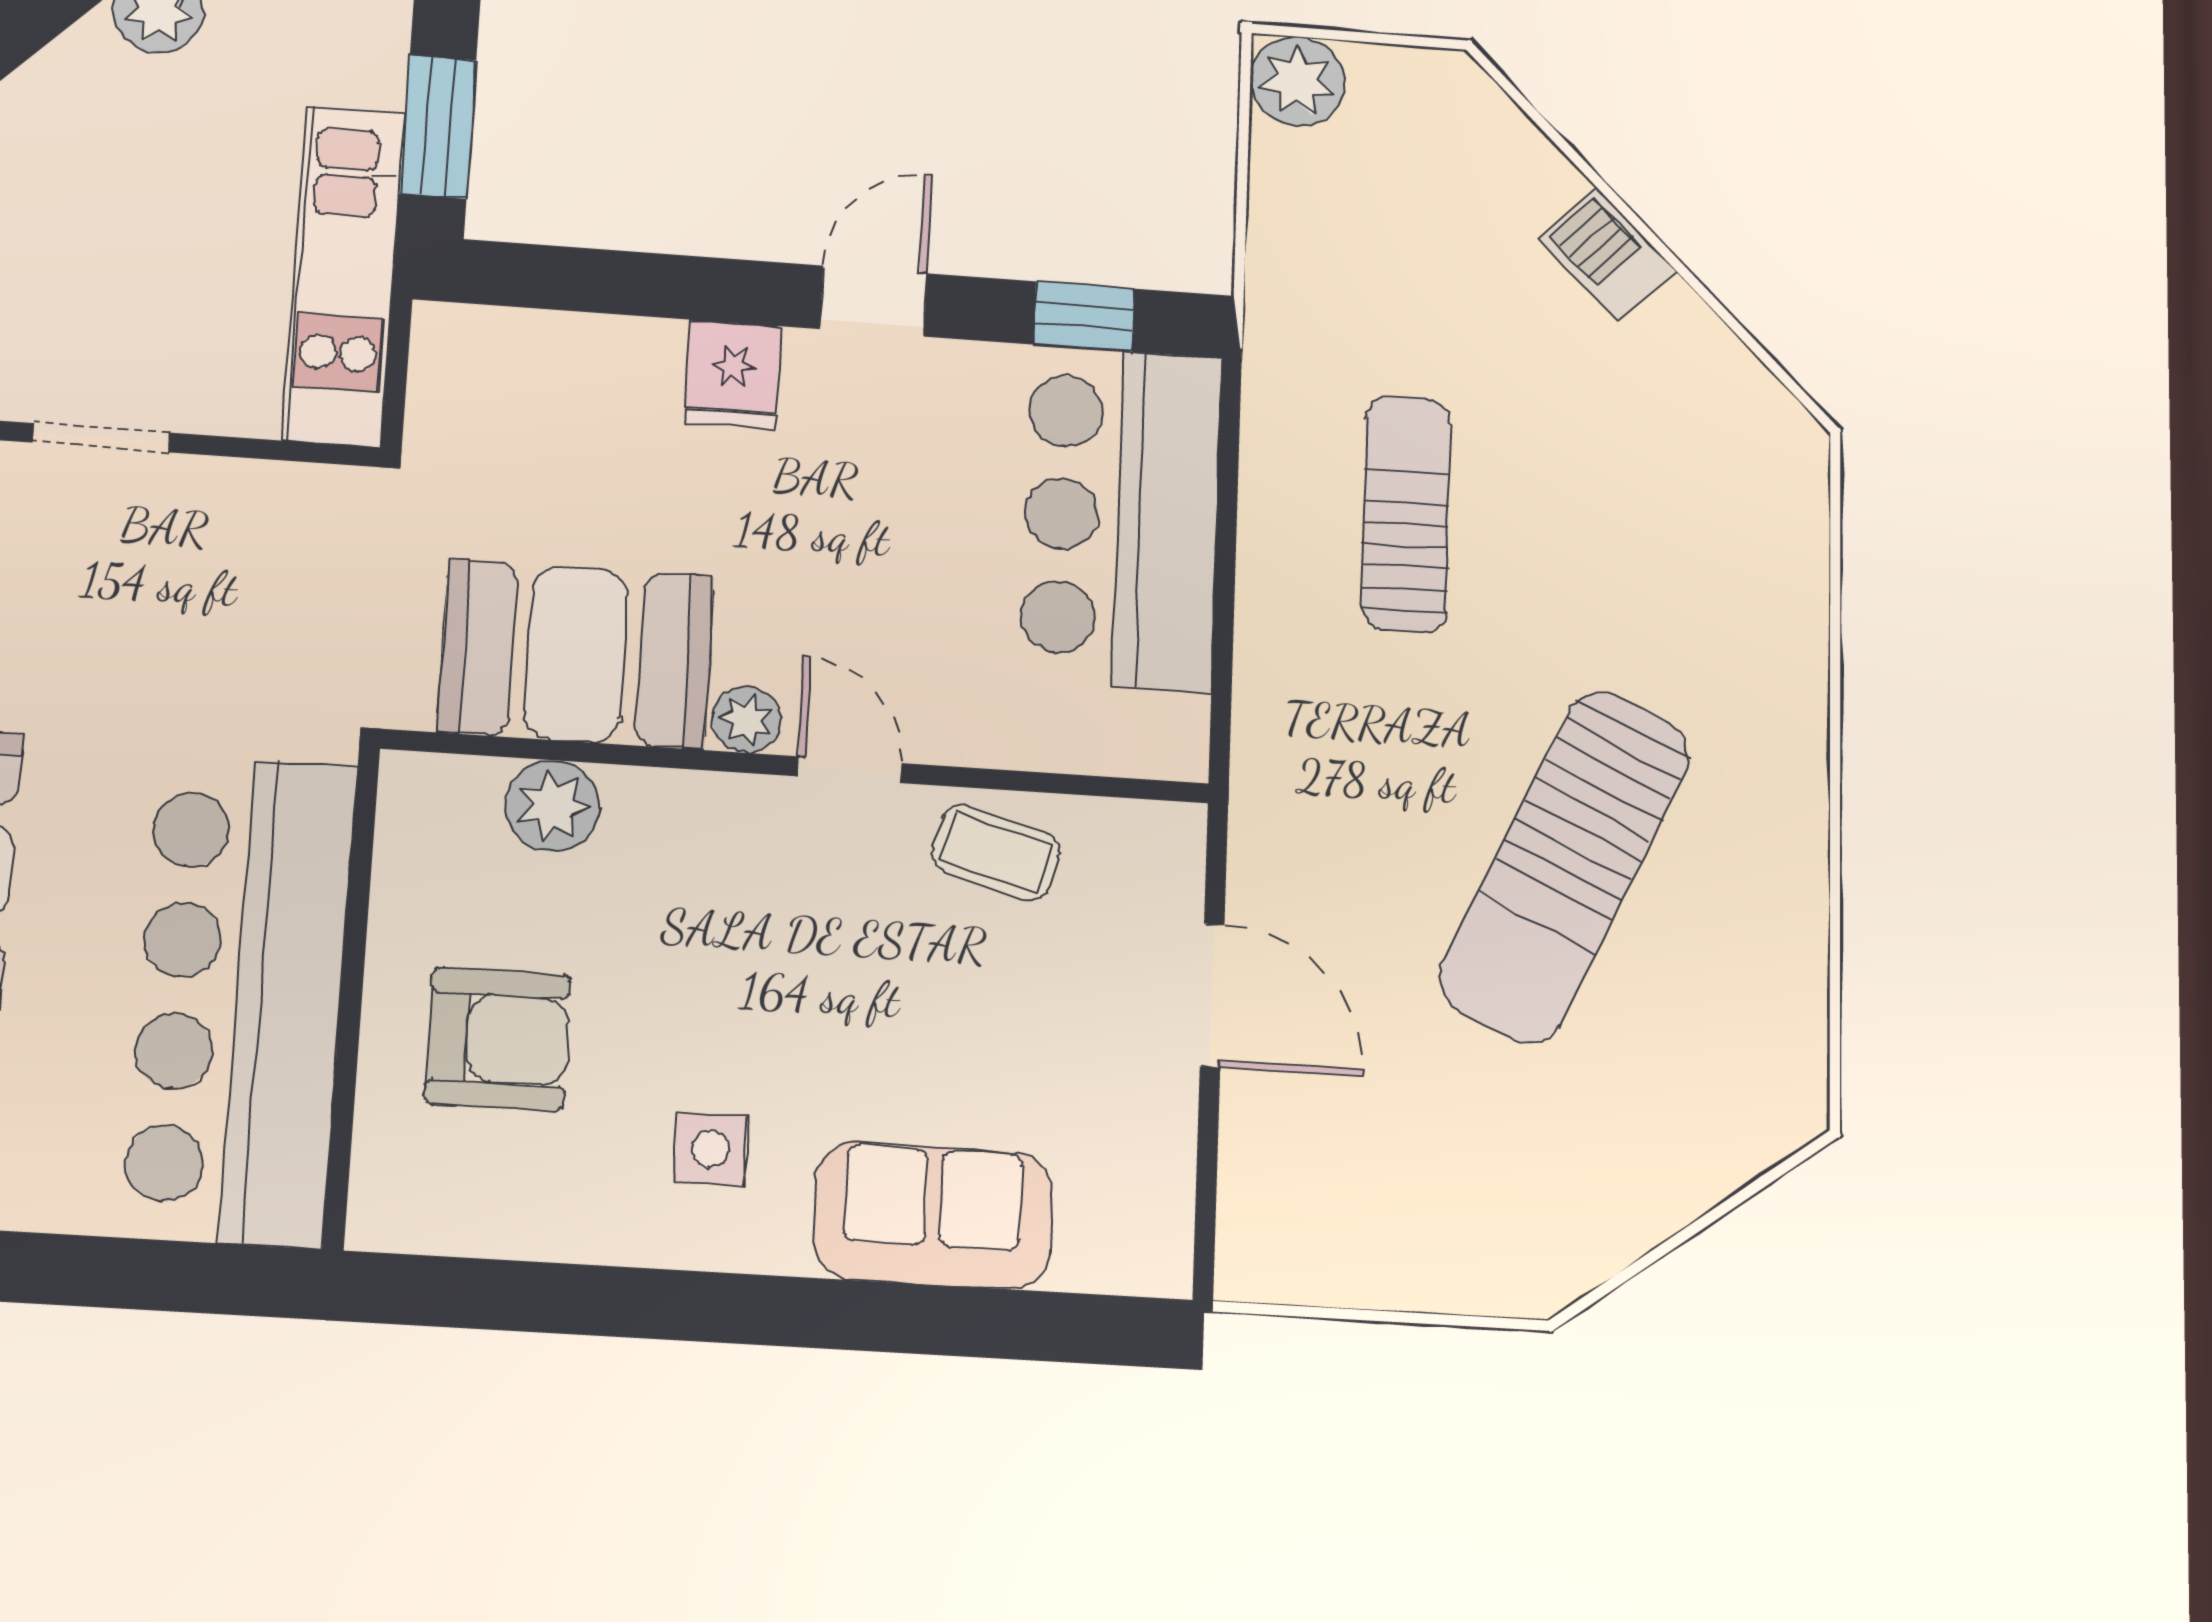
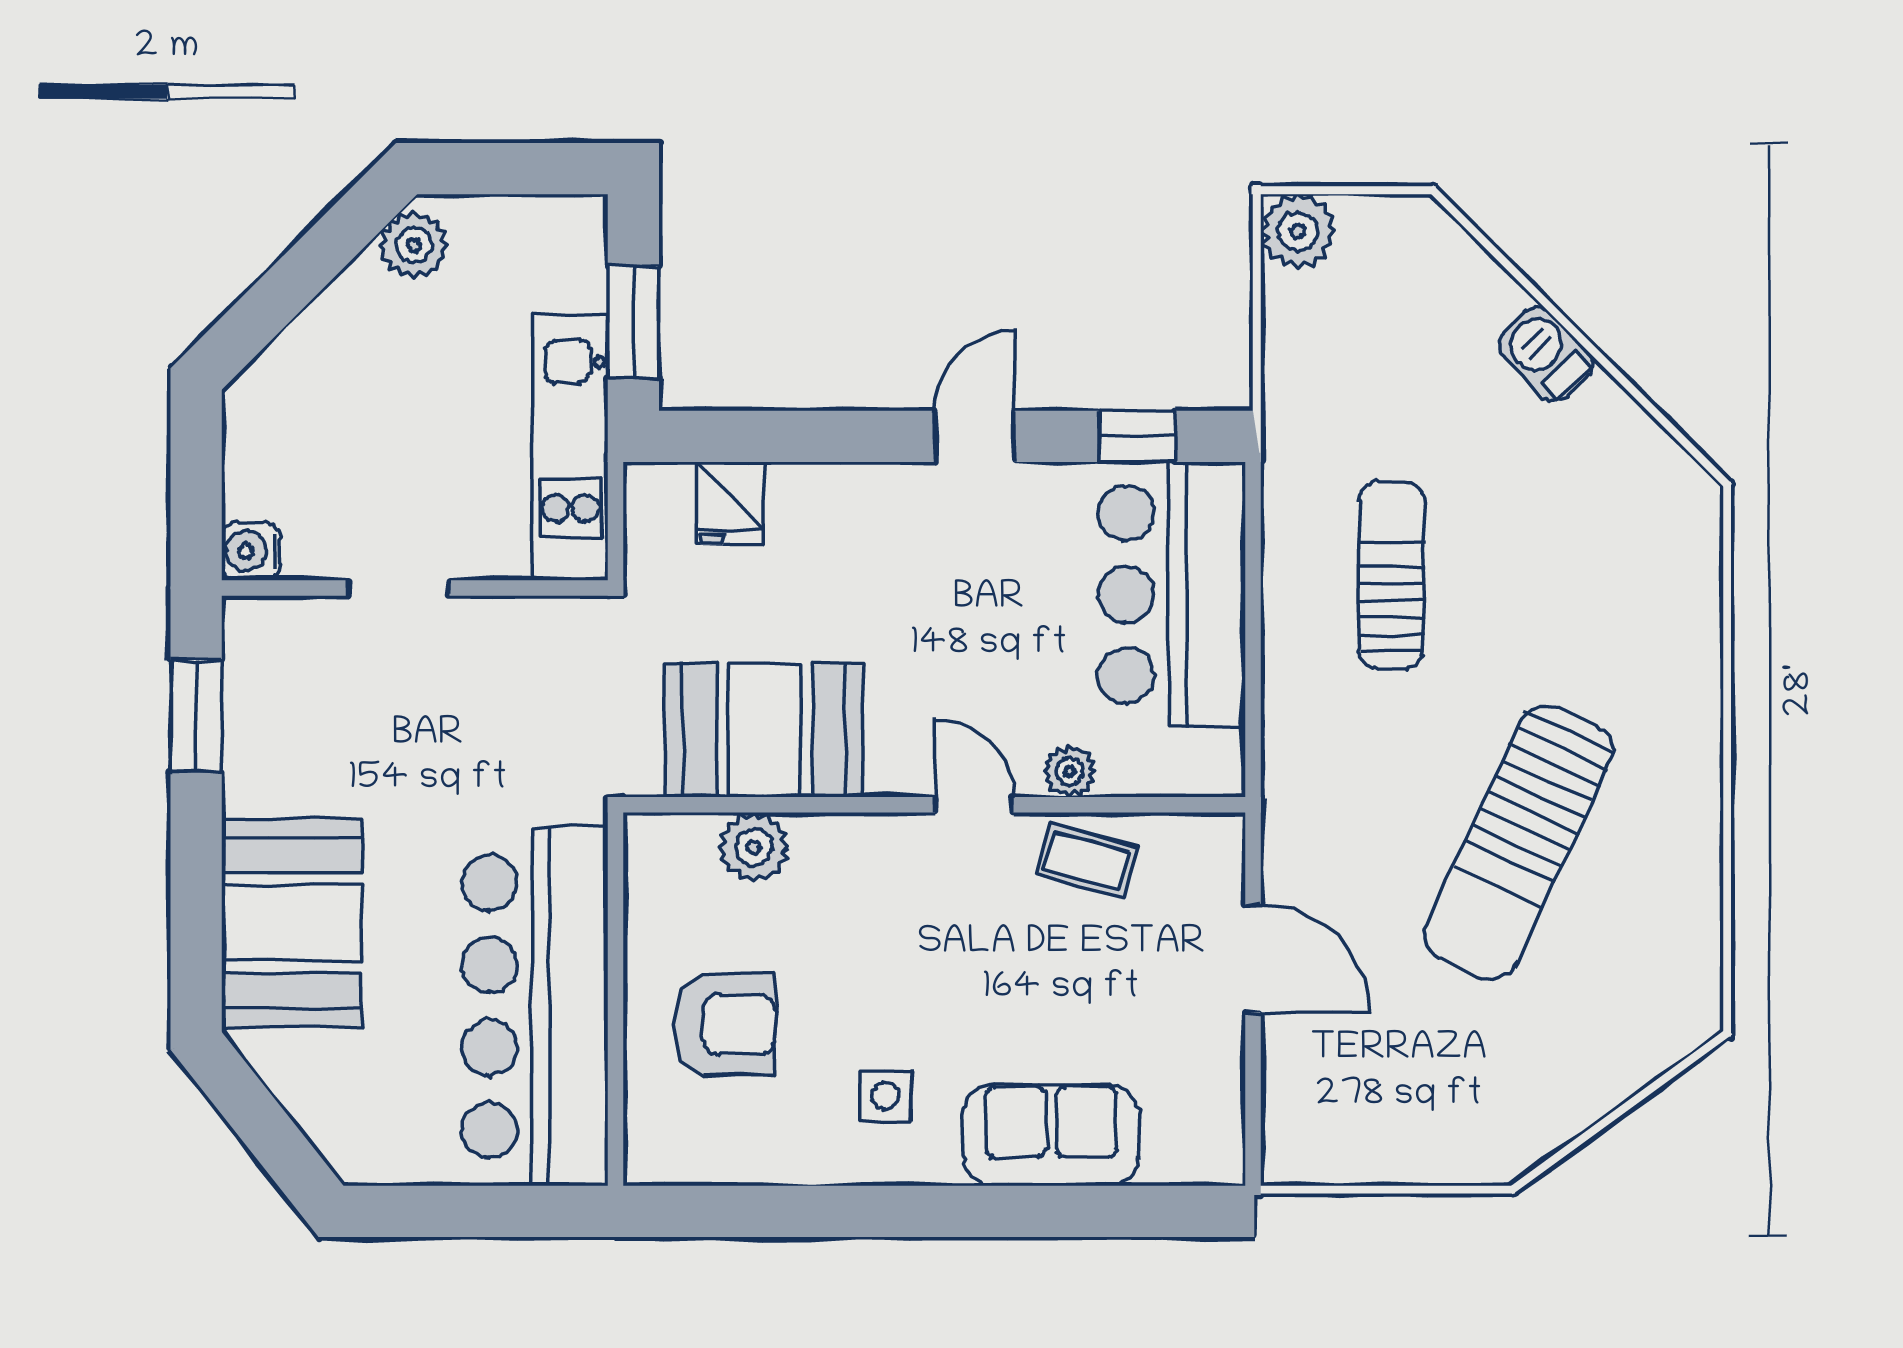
fridge: (733, 375) -> (730, 503), moved
plant: (747, 720) -> (1070, 772), moved

